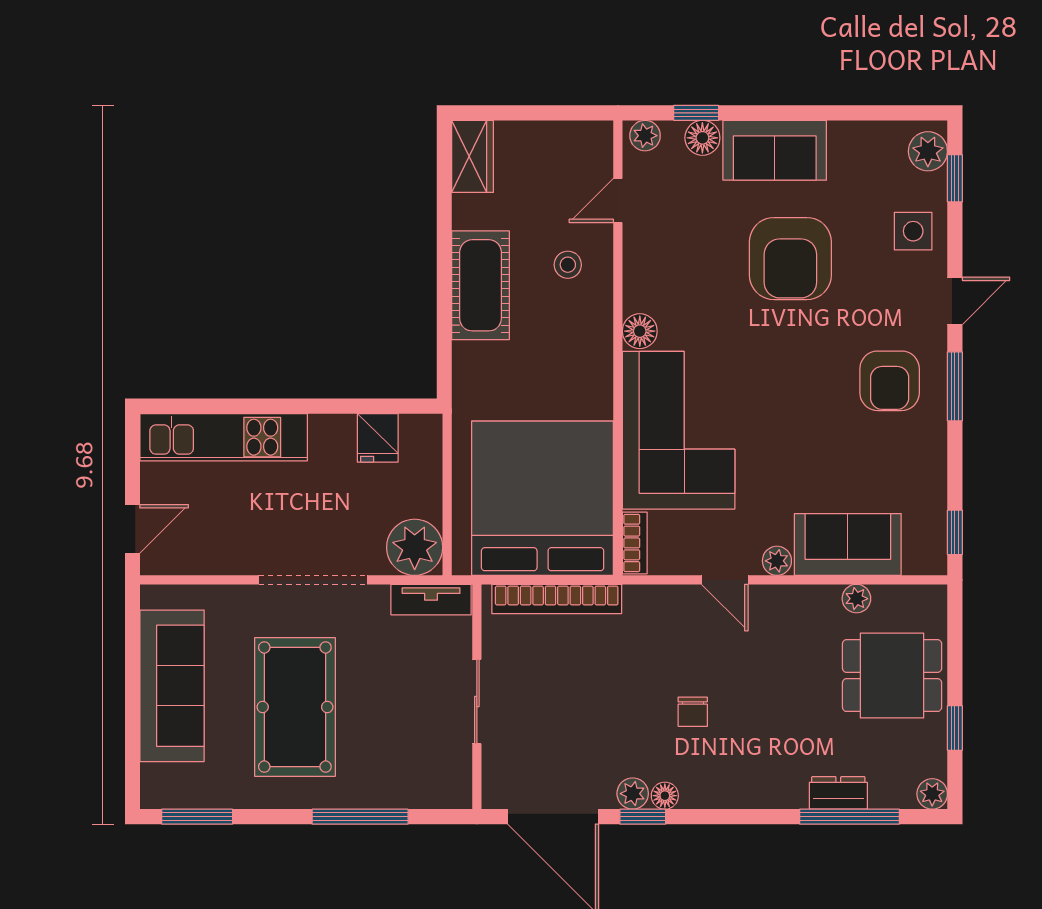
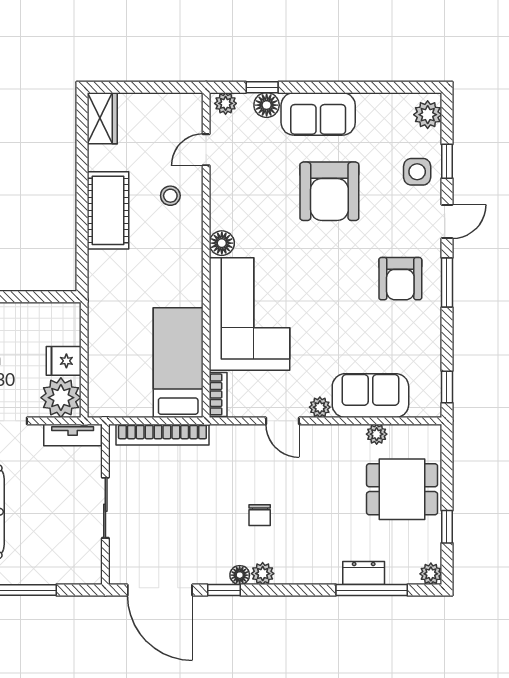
window: (955, 178) -> (447, 161), moved
fridge: (378, 438) -> (64, 361), moved, turned 90
bed: (543, 498) -> (178, 363), width x0.49
plant: (633, 794) -> (263, 574), moved

